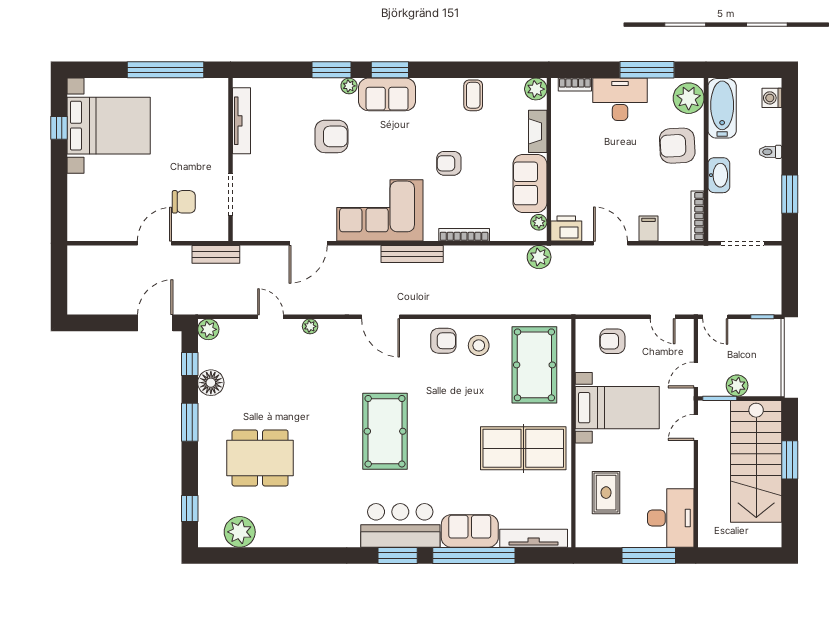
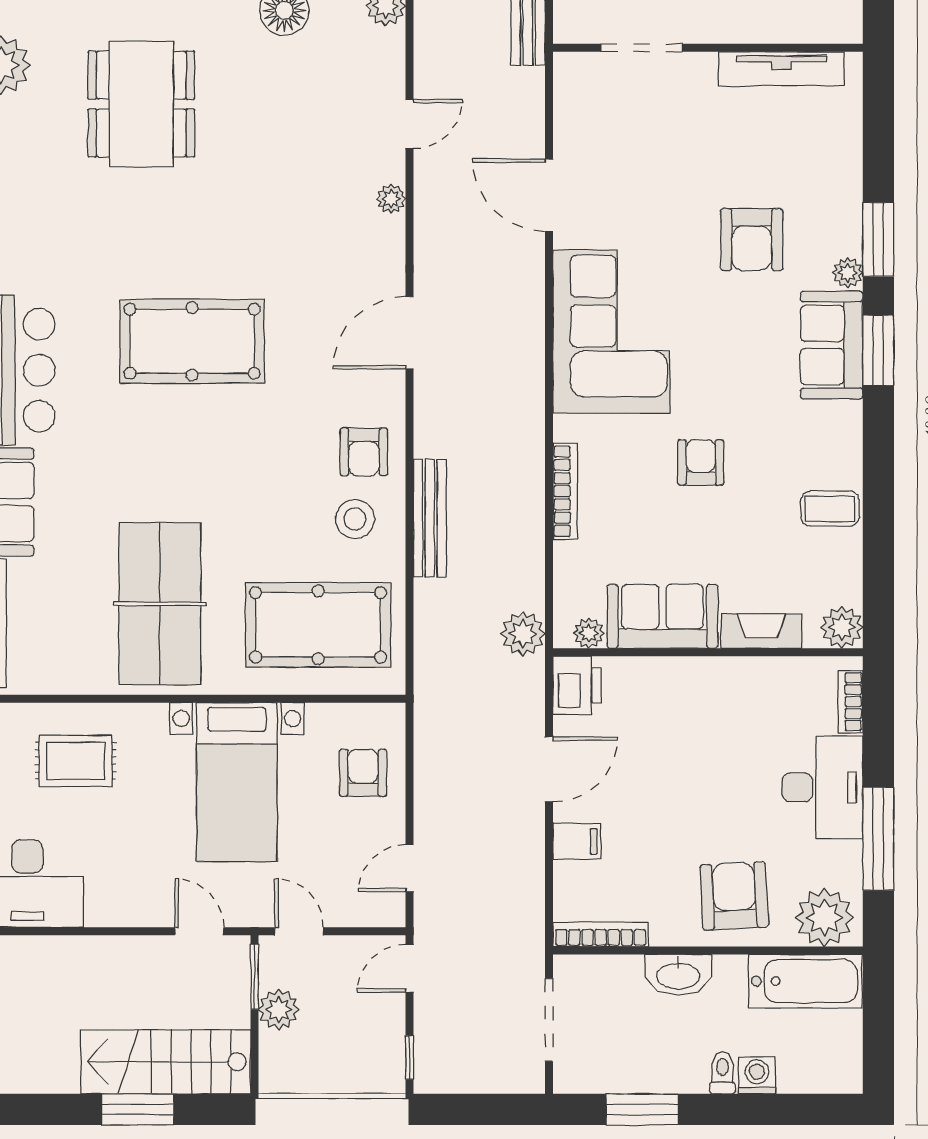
washing machine: (772, 98) -> (757, 1075), moved
bench: (412, 254) -> (430, 518), moved
stairs: (756, 461) -> (166, 1062), width x0.73, depth x0.66

